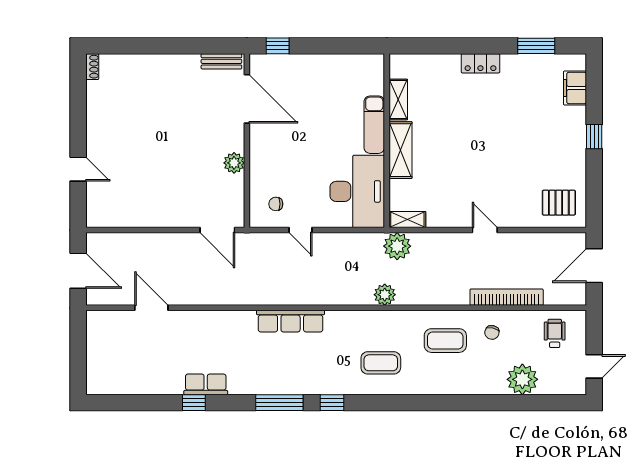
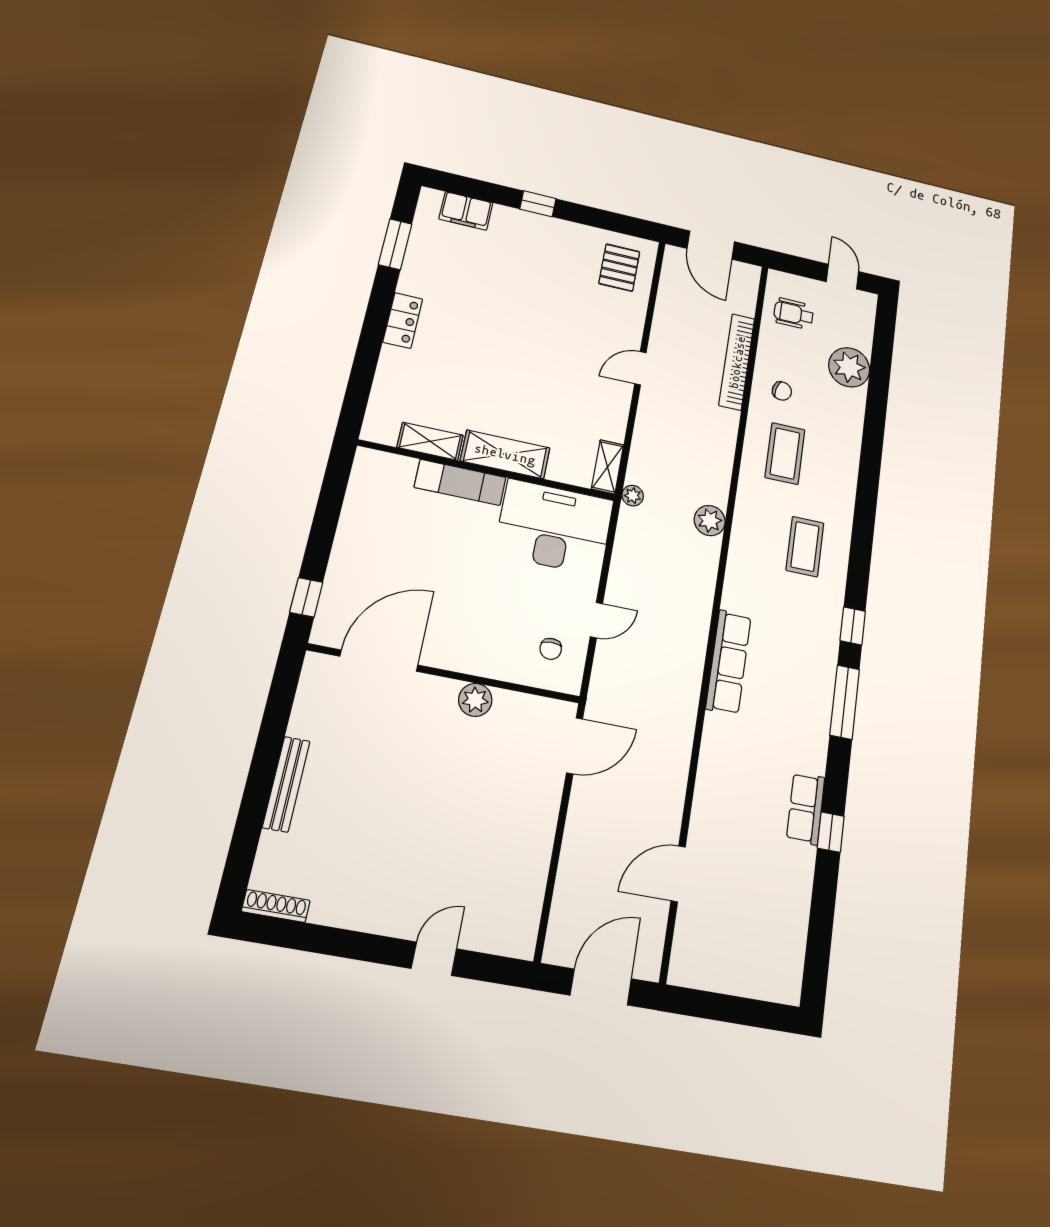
bench: (221, 61) -> (286, 784), moved, width x1.36
shoe rack: (92, 67) -> (276, 906), width x1.43
plant: (397, 246) -> (633, 496), width x0.53, depth x0.53

